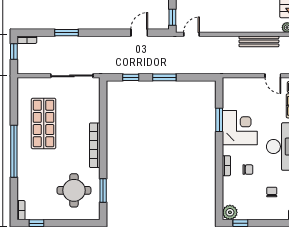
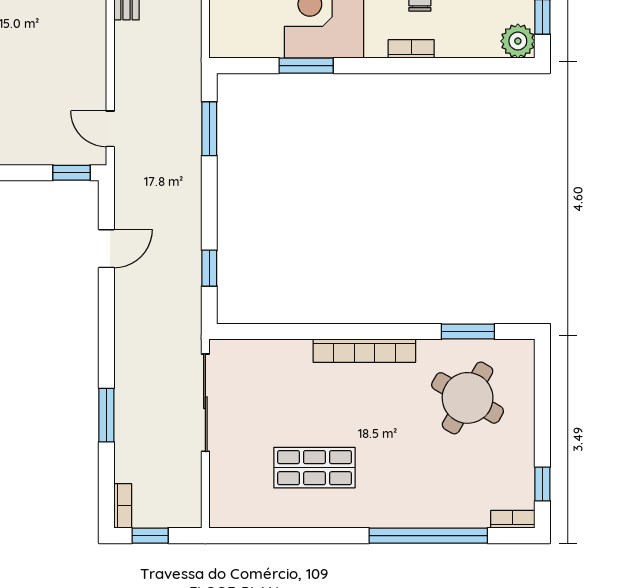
door: (139, 33) -> (106, 249), swing flipped
window: (164, 77) -> (209, 129), moved
shop shelf: (44, 123) -> (314, 468), width x0.70, depth x0.74
window: (14, 151) -> (428, 536), moved
round table: (74, 190) -> (468, 398), turned 30

